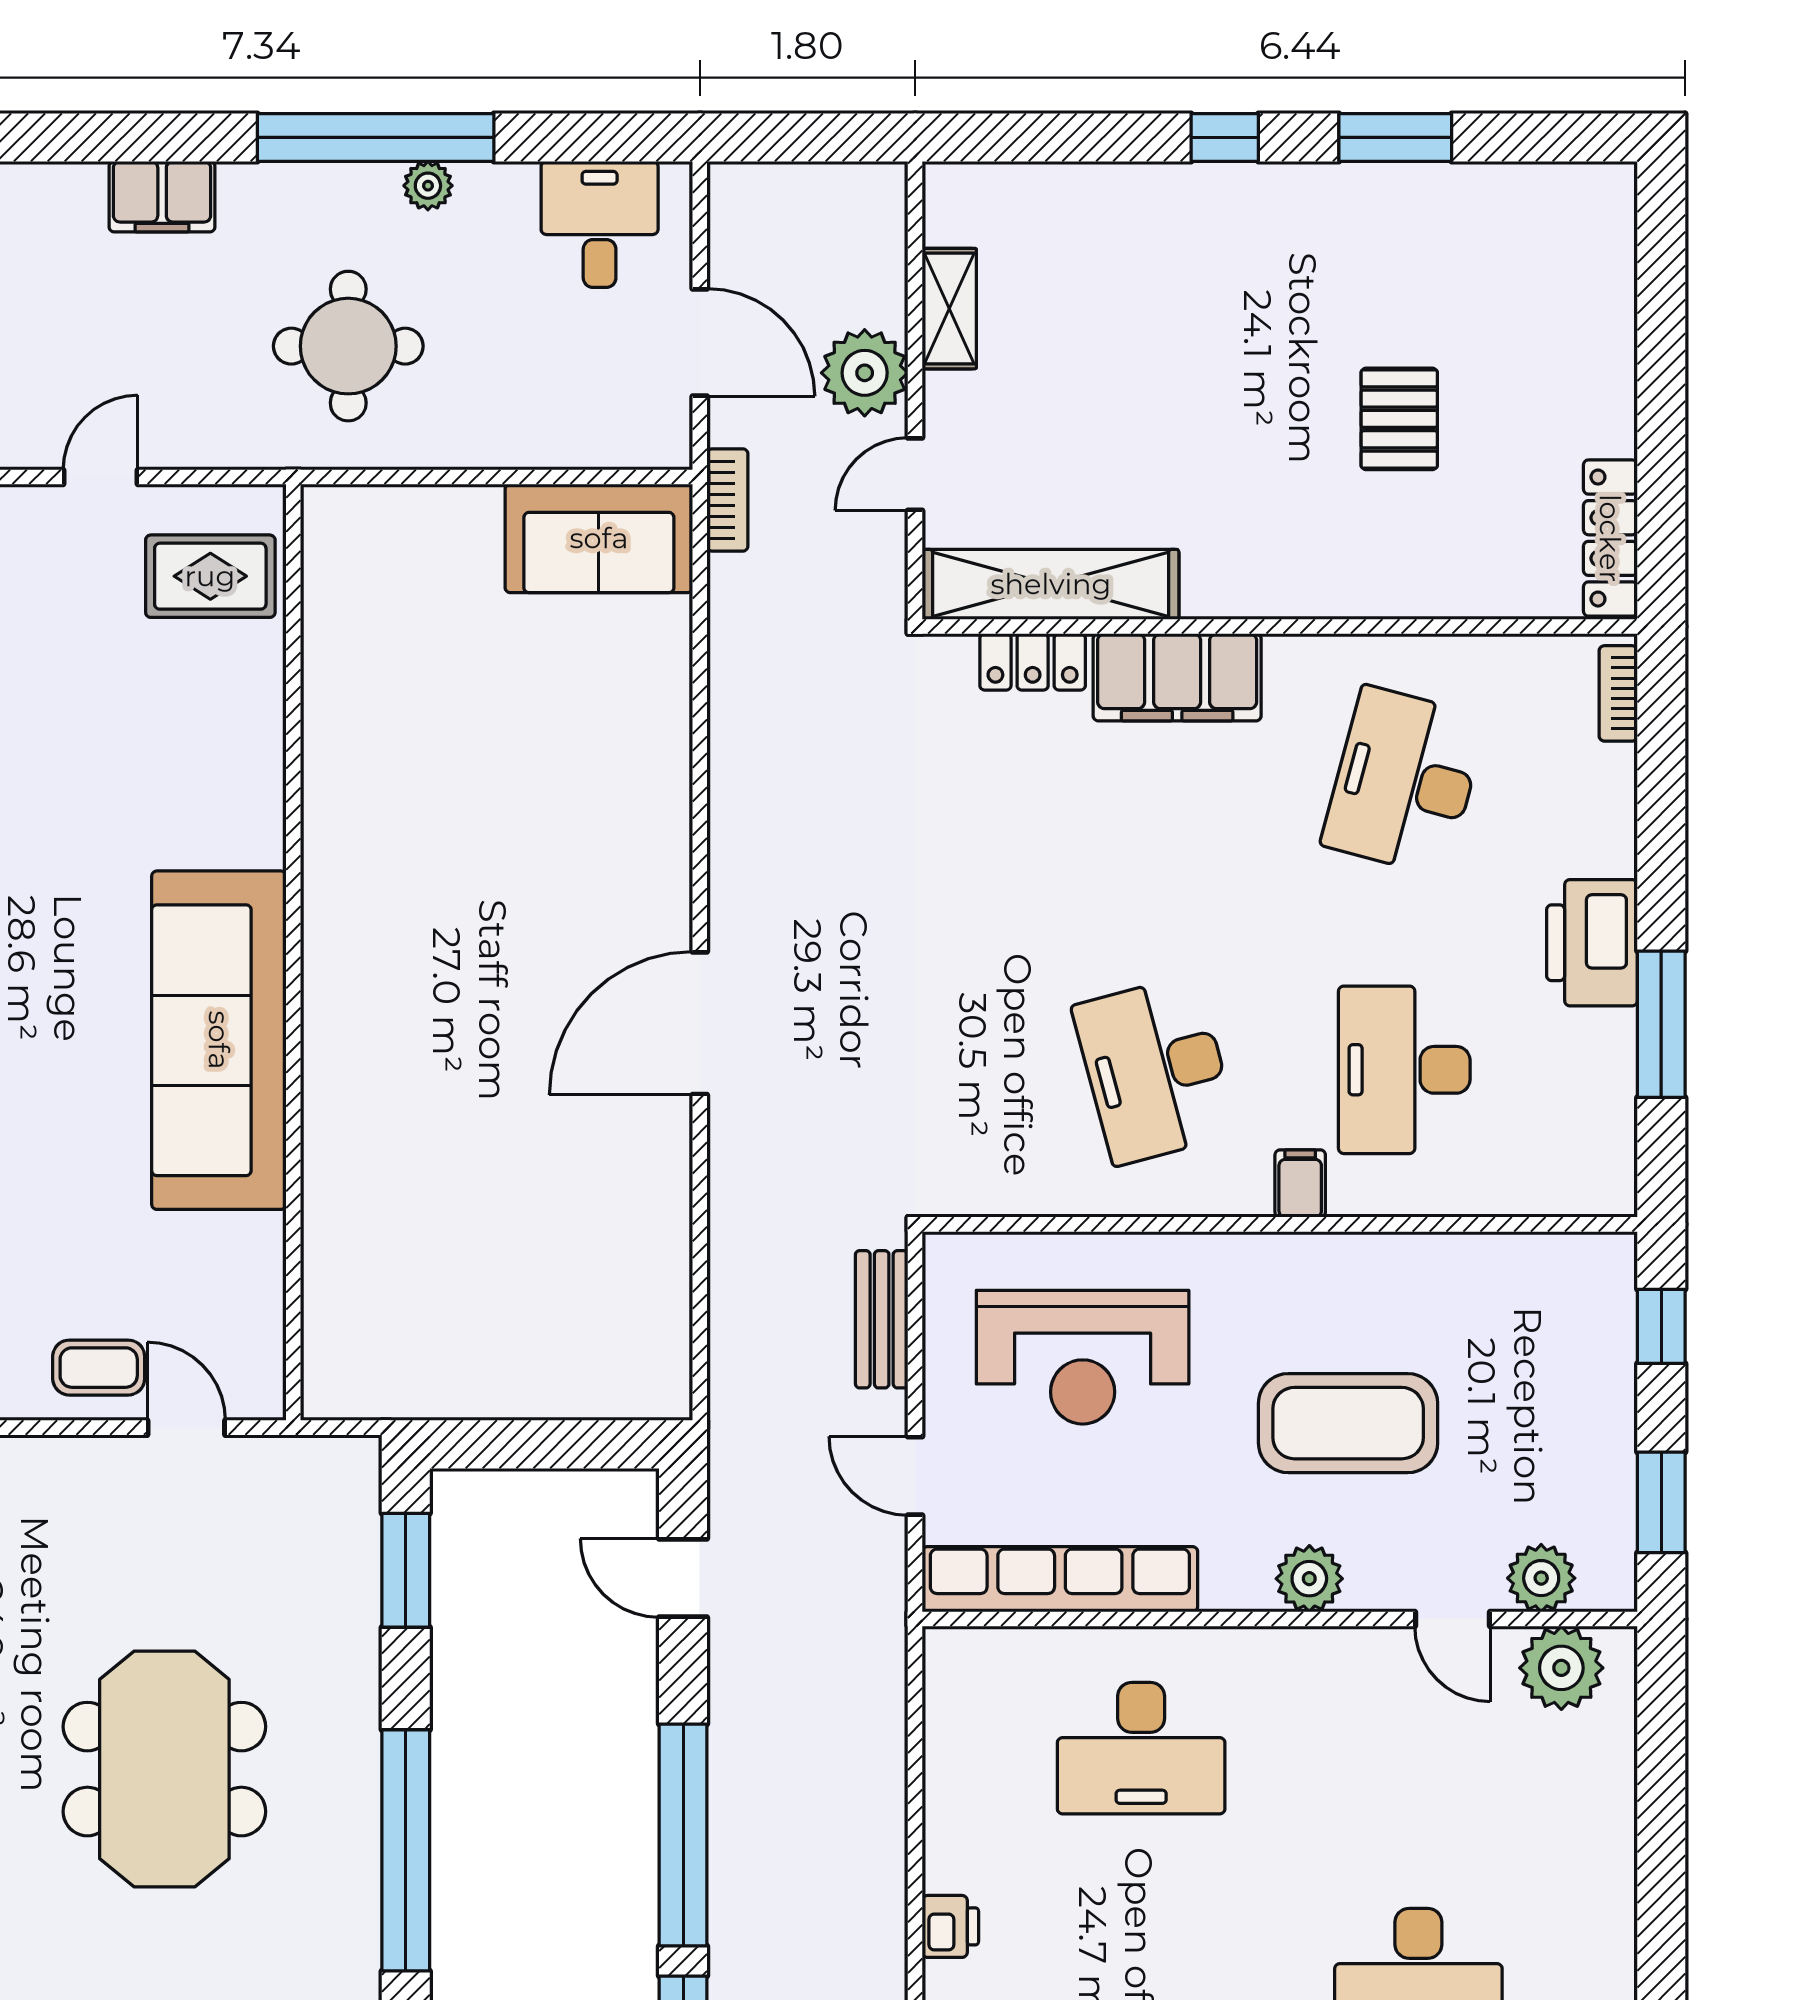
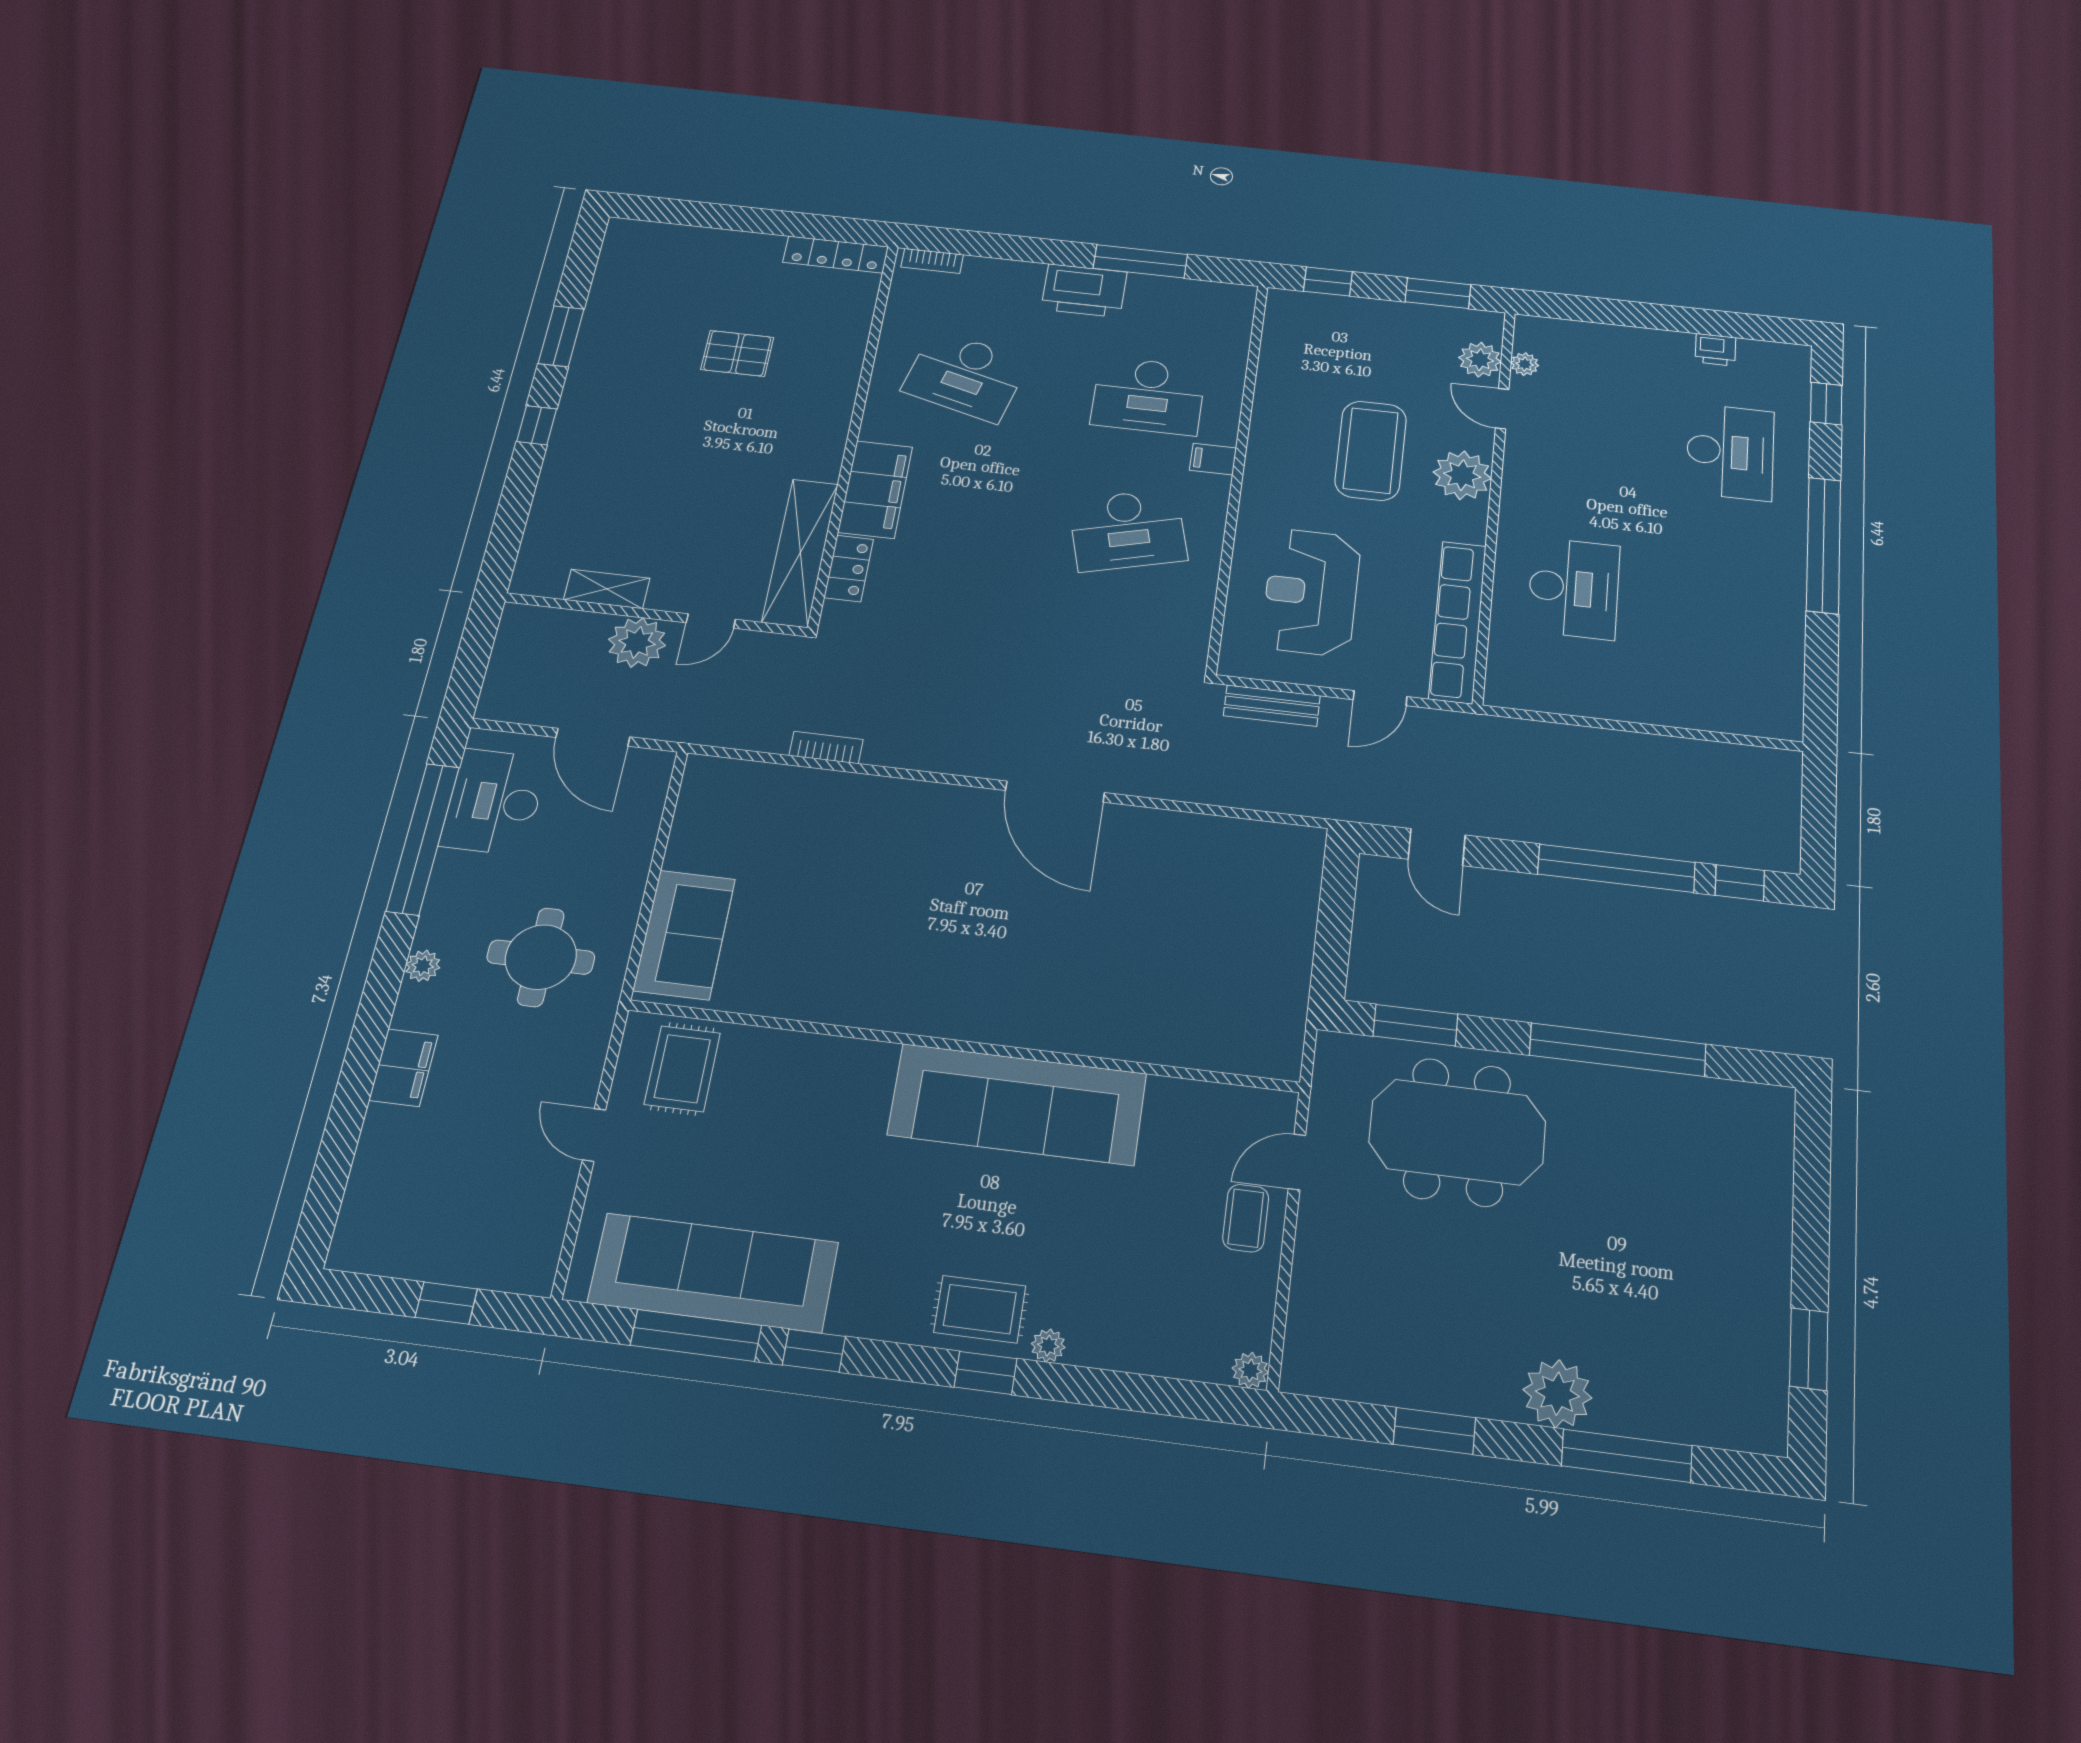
window: (376, 137) -> (423, 839), moved
plant: (428, 186) -> (423, 966), moved
desk: (600, 224) -> (494, 802), width x1.37
door: (700, 343) -> (593, 737), swing flipped
door: (915, 474) -> (711, 621), hinge flipped
bookcase: (727, 500) -> (826, 748), moved
sofa: (599, 538) -> (684, 935), moved
reception desk: (1083, 1357) -> (1311, 592), turned 180
door: (683, 1578) -> (1437, 847), hinge flipped
plant: (1309, 1579) -> (1462, 475), width x1.36, depth x1.36
door: (1452, 1619) -> (1502, 409), swing flipped
plant: (1561, 1668) -> (1525, 364), width x0.53, depth x0.53
meeting table: (164, 1769) -> (1457, 1132), moved
printer: (950, 1926) -> (1715, 350), moved, turned 180

